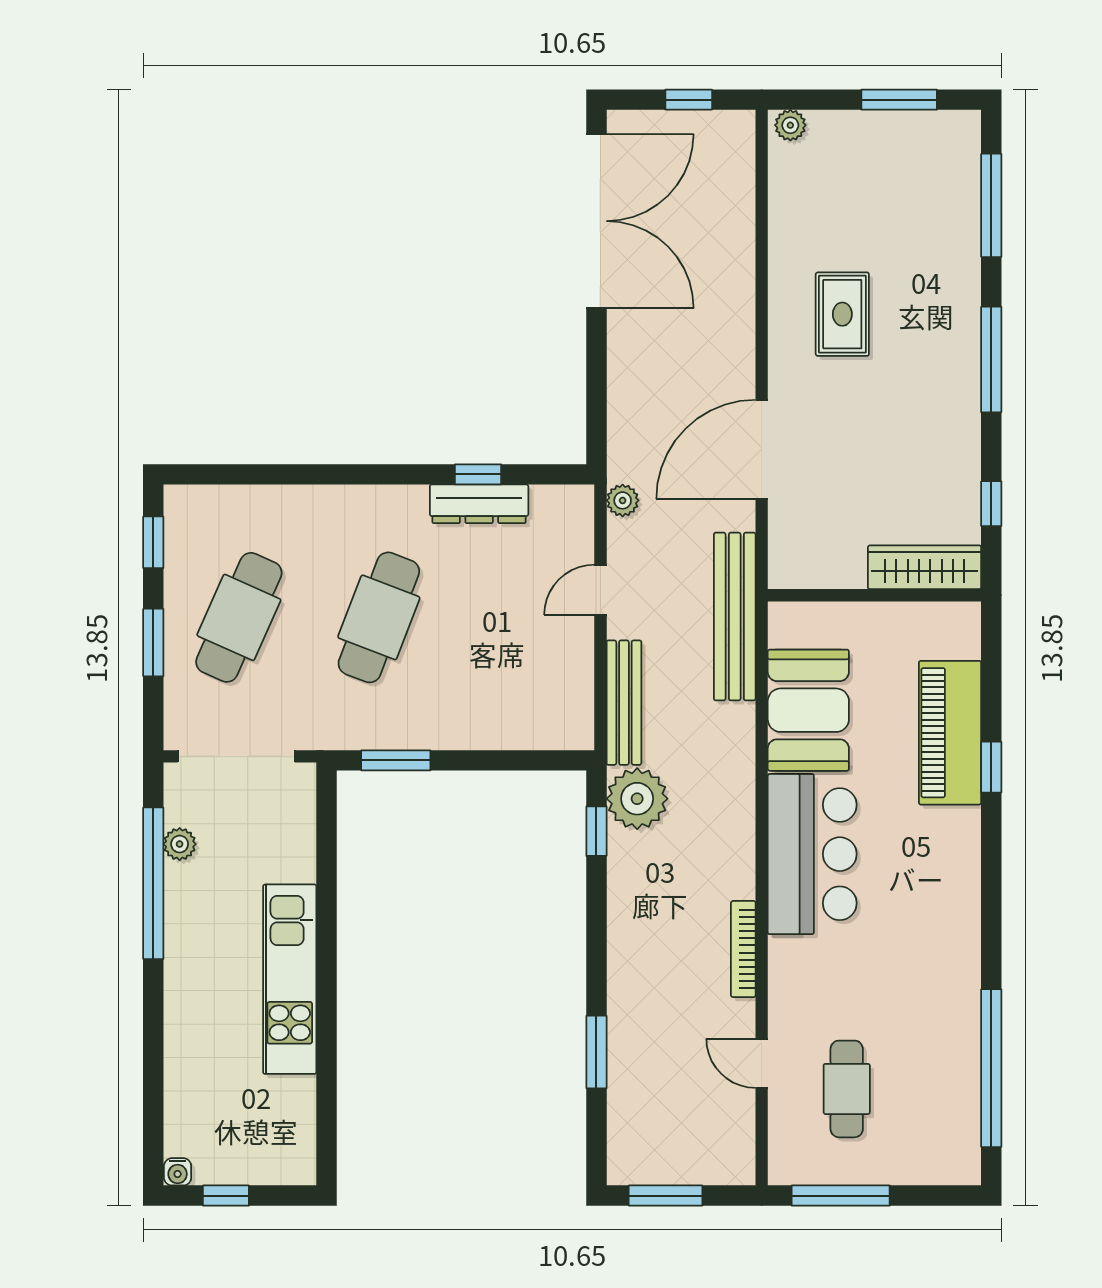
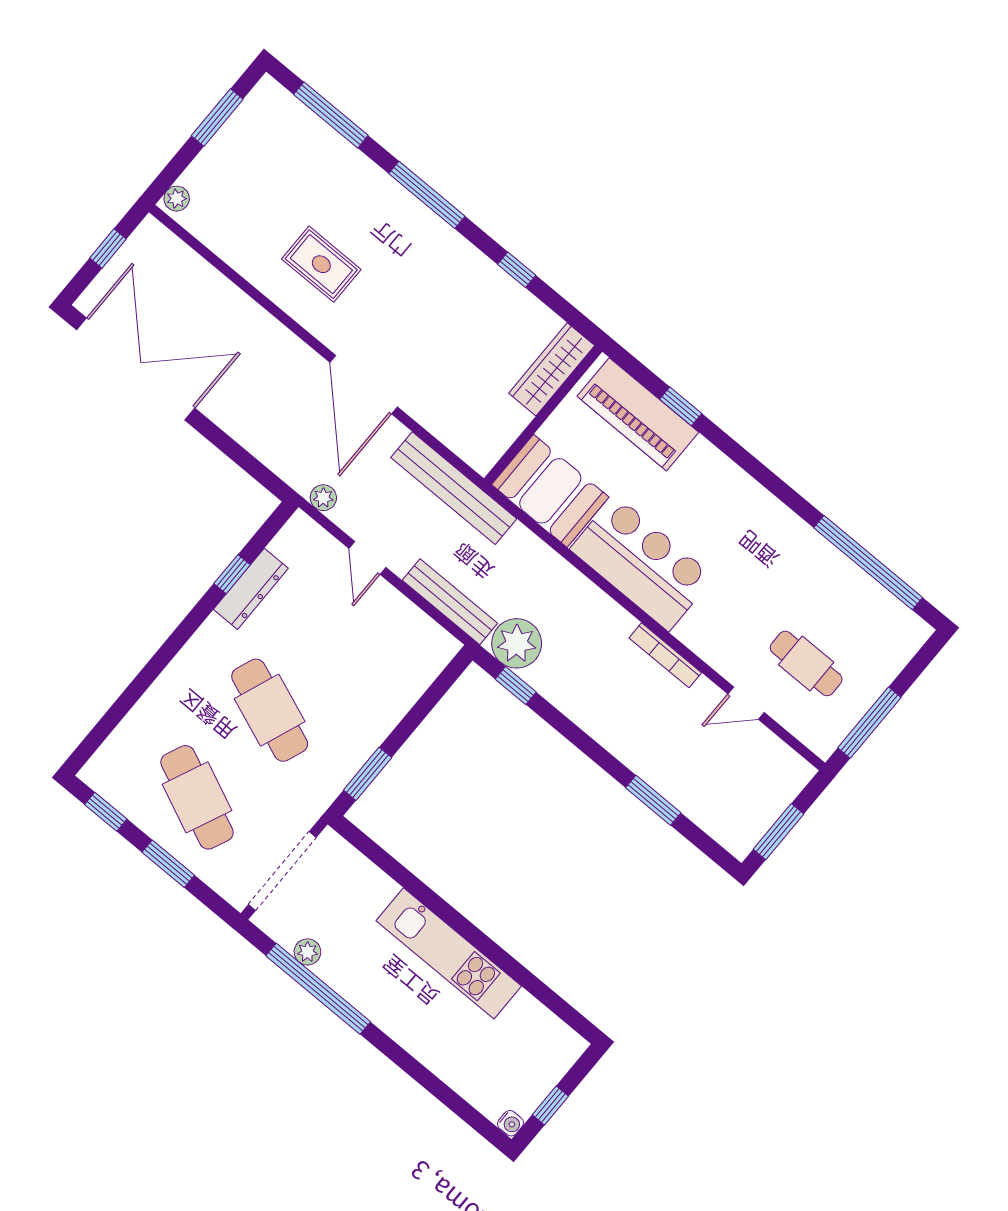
wardrobe: (925, 567) -> (552, 369), moved
wall: (874, 595) -> (543, 415), moved

